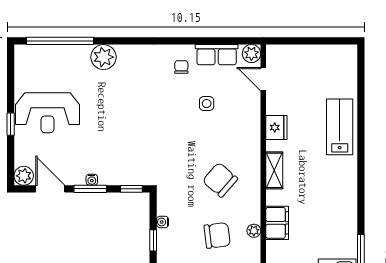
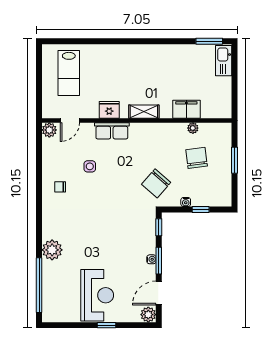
row of seats: (217, 55) -> (112, 131), moved, turned 90
lab bench: (340, 127) -> (69, 73), moved, turned -90
chair: (220, 180) -> (156, 183), moved

